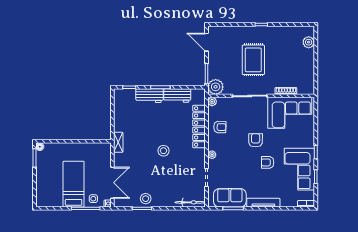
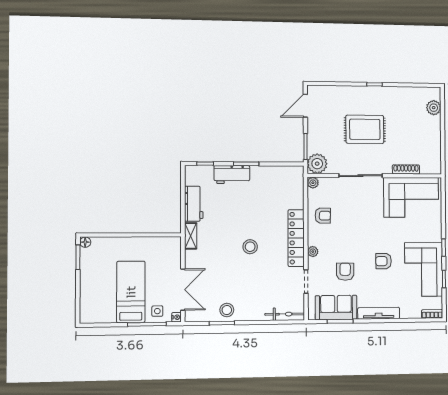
door: (206, 42) -> (305, 106), hinge flipped
rug: (253, 60) -> (365, 129), turned 90
workbench: (177, 96) -> (194, 204), moved, turned -90
locker: (199, 127) -> (296, 238), moved
armchair: (256, 140) -> (345, 272), moved

